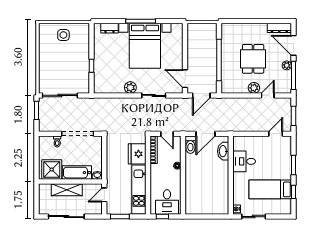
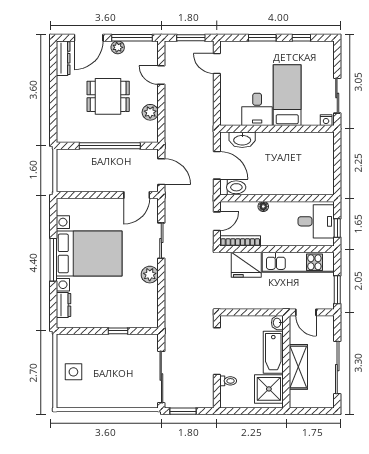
plant: (254, 88) -> (150, 112), moved
bed: (270, 189) -> (287, 95), moved, turned 180

